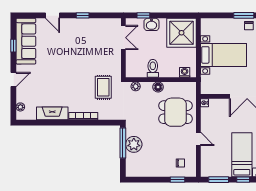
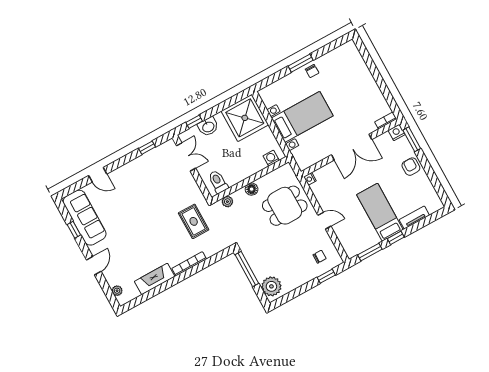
window: (83, 15) -> (147, 148), moved
toilet: (153, 68) -> (218, 182), moved
plant: (134, 144) -> (271, 286), moved

